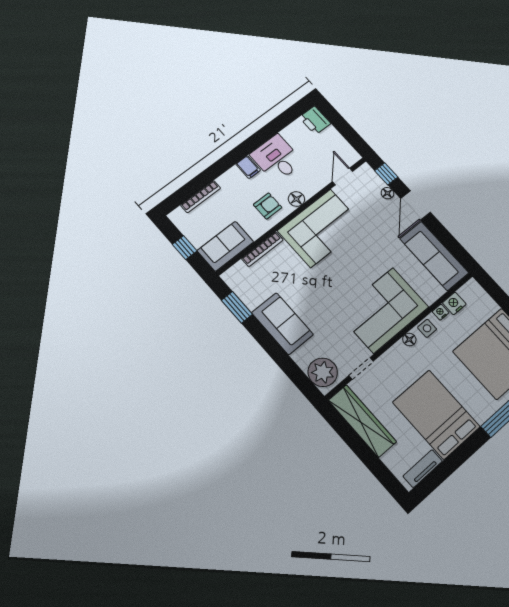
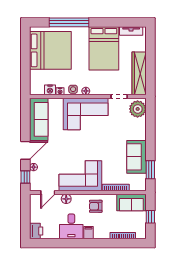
floor lamp: (296, 199) -> (66, 199), moved
sofa: (282, 324) -> (136, 157), moved

